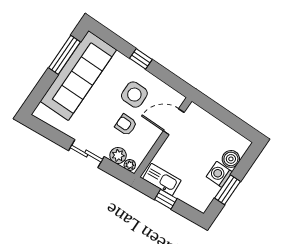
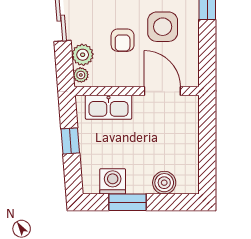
armchair: (126, 125) -> (123, 40), turned 180
washing machine: (219, 174) -> (113, 181), moved
kitchen sink: (162, 179) -> (109, 107), moved, turned 94

